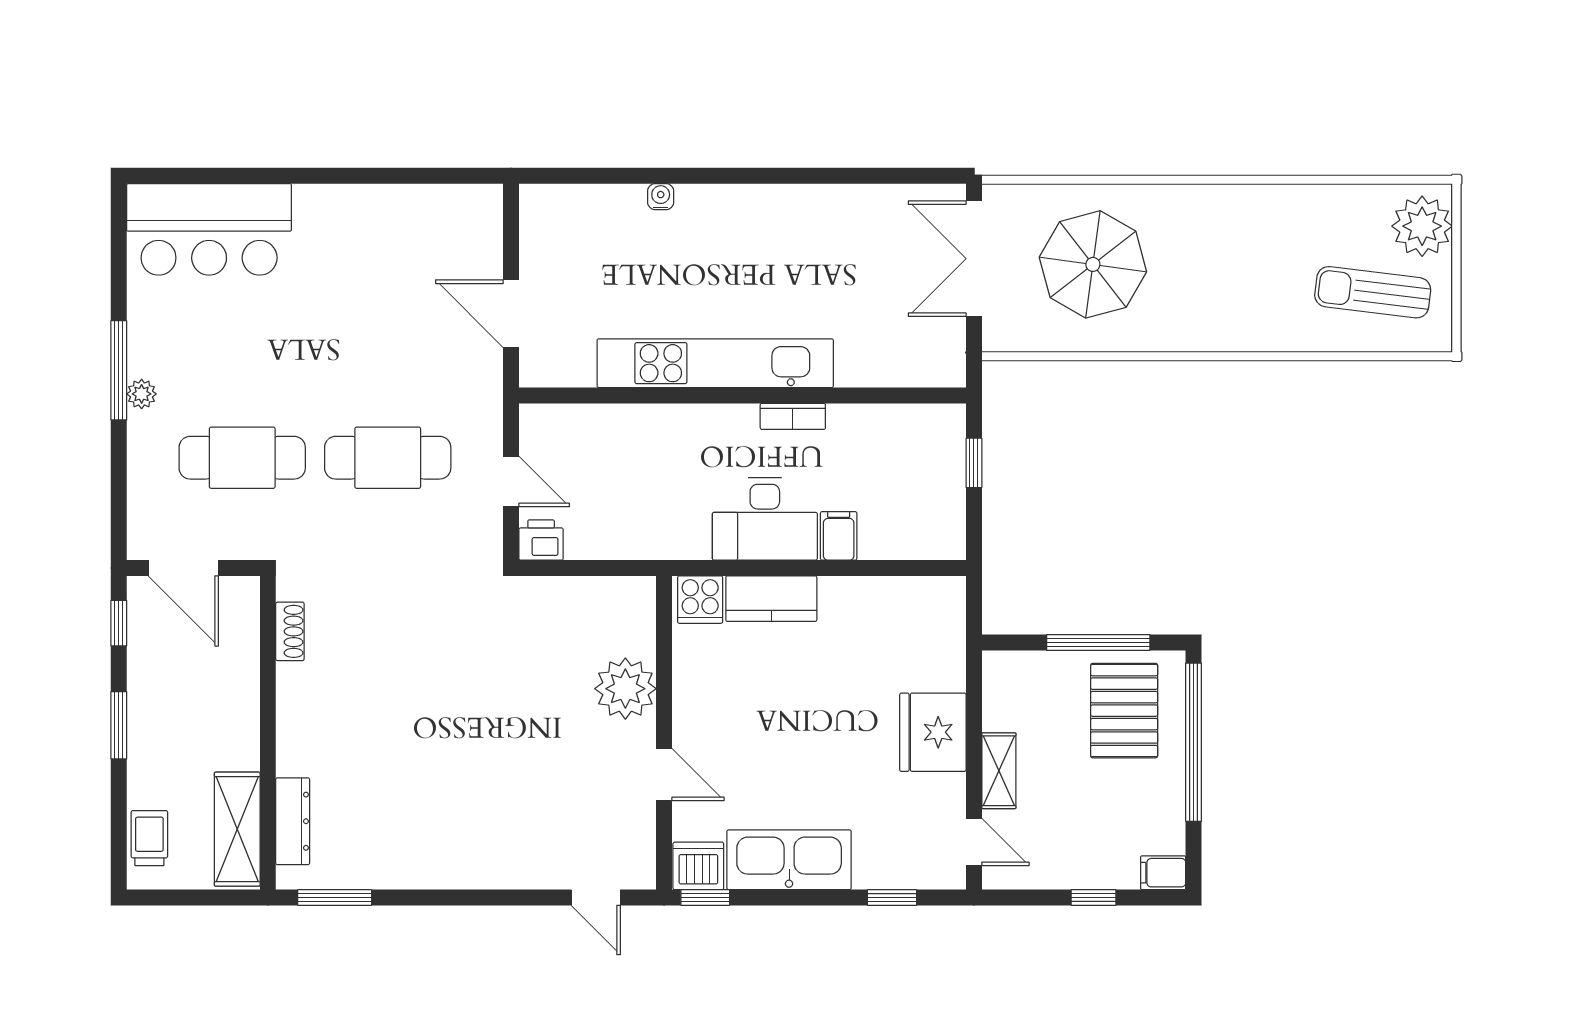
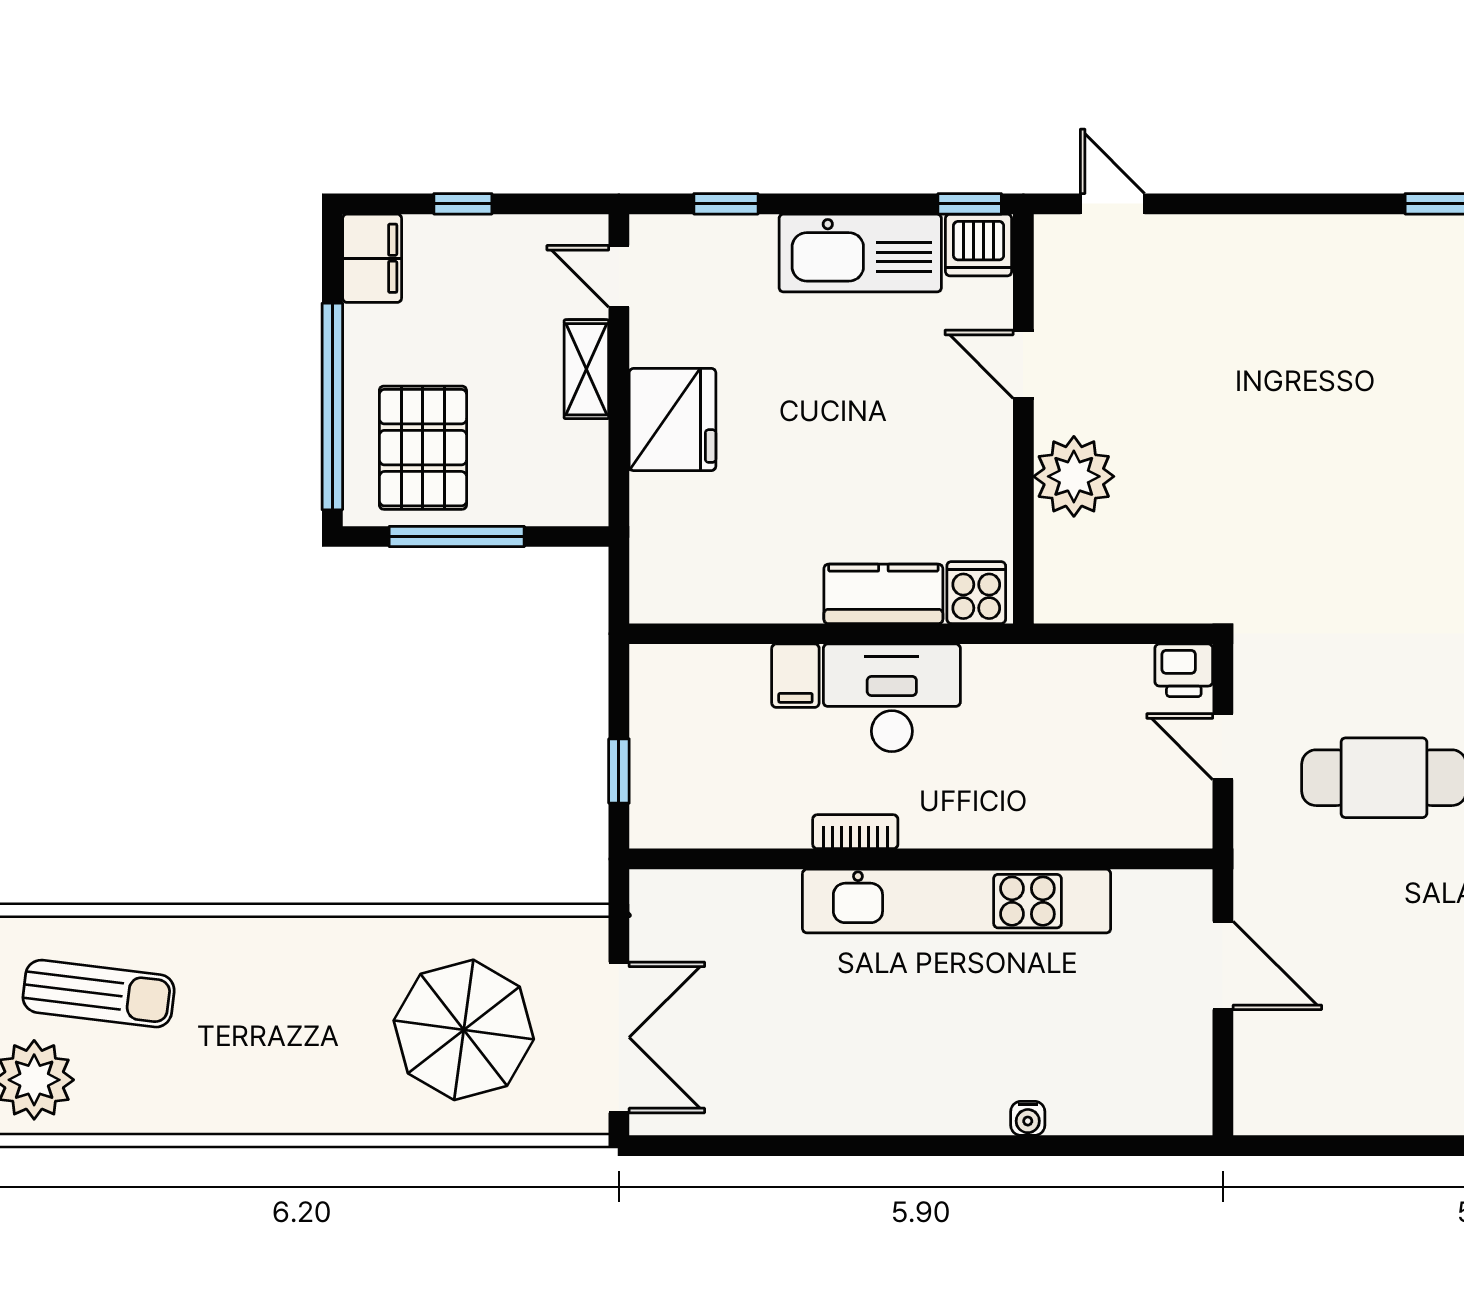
filing cabinet: (1163, 873) -> (372, 258), width x2.00

